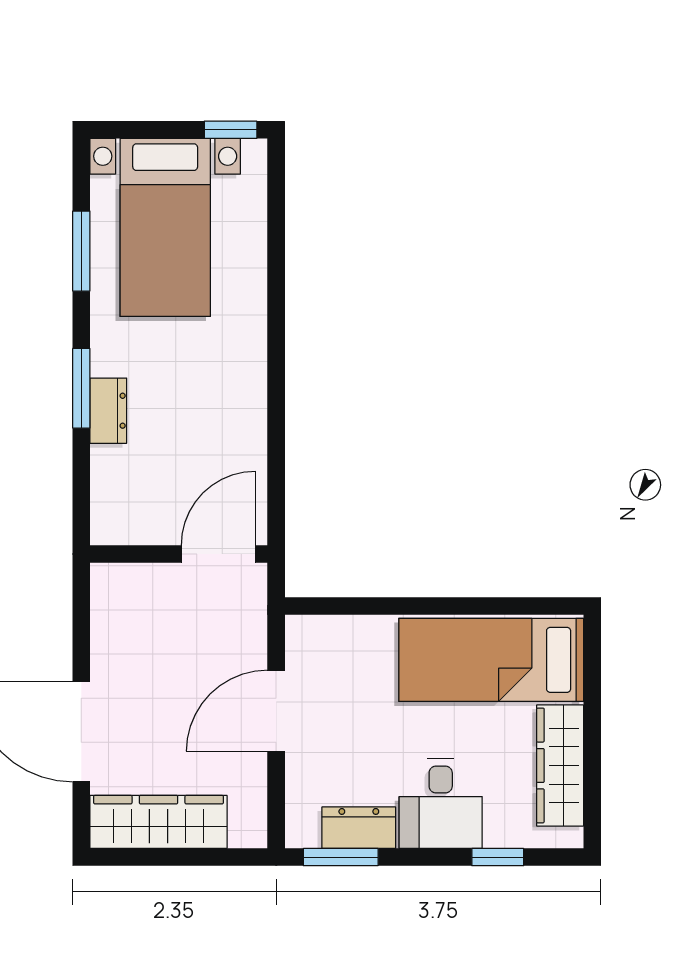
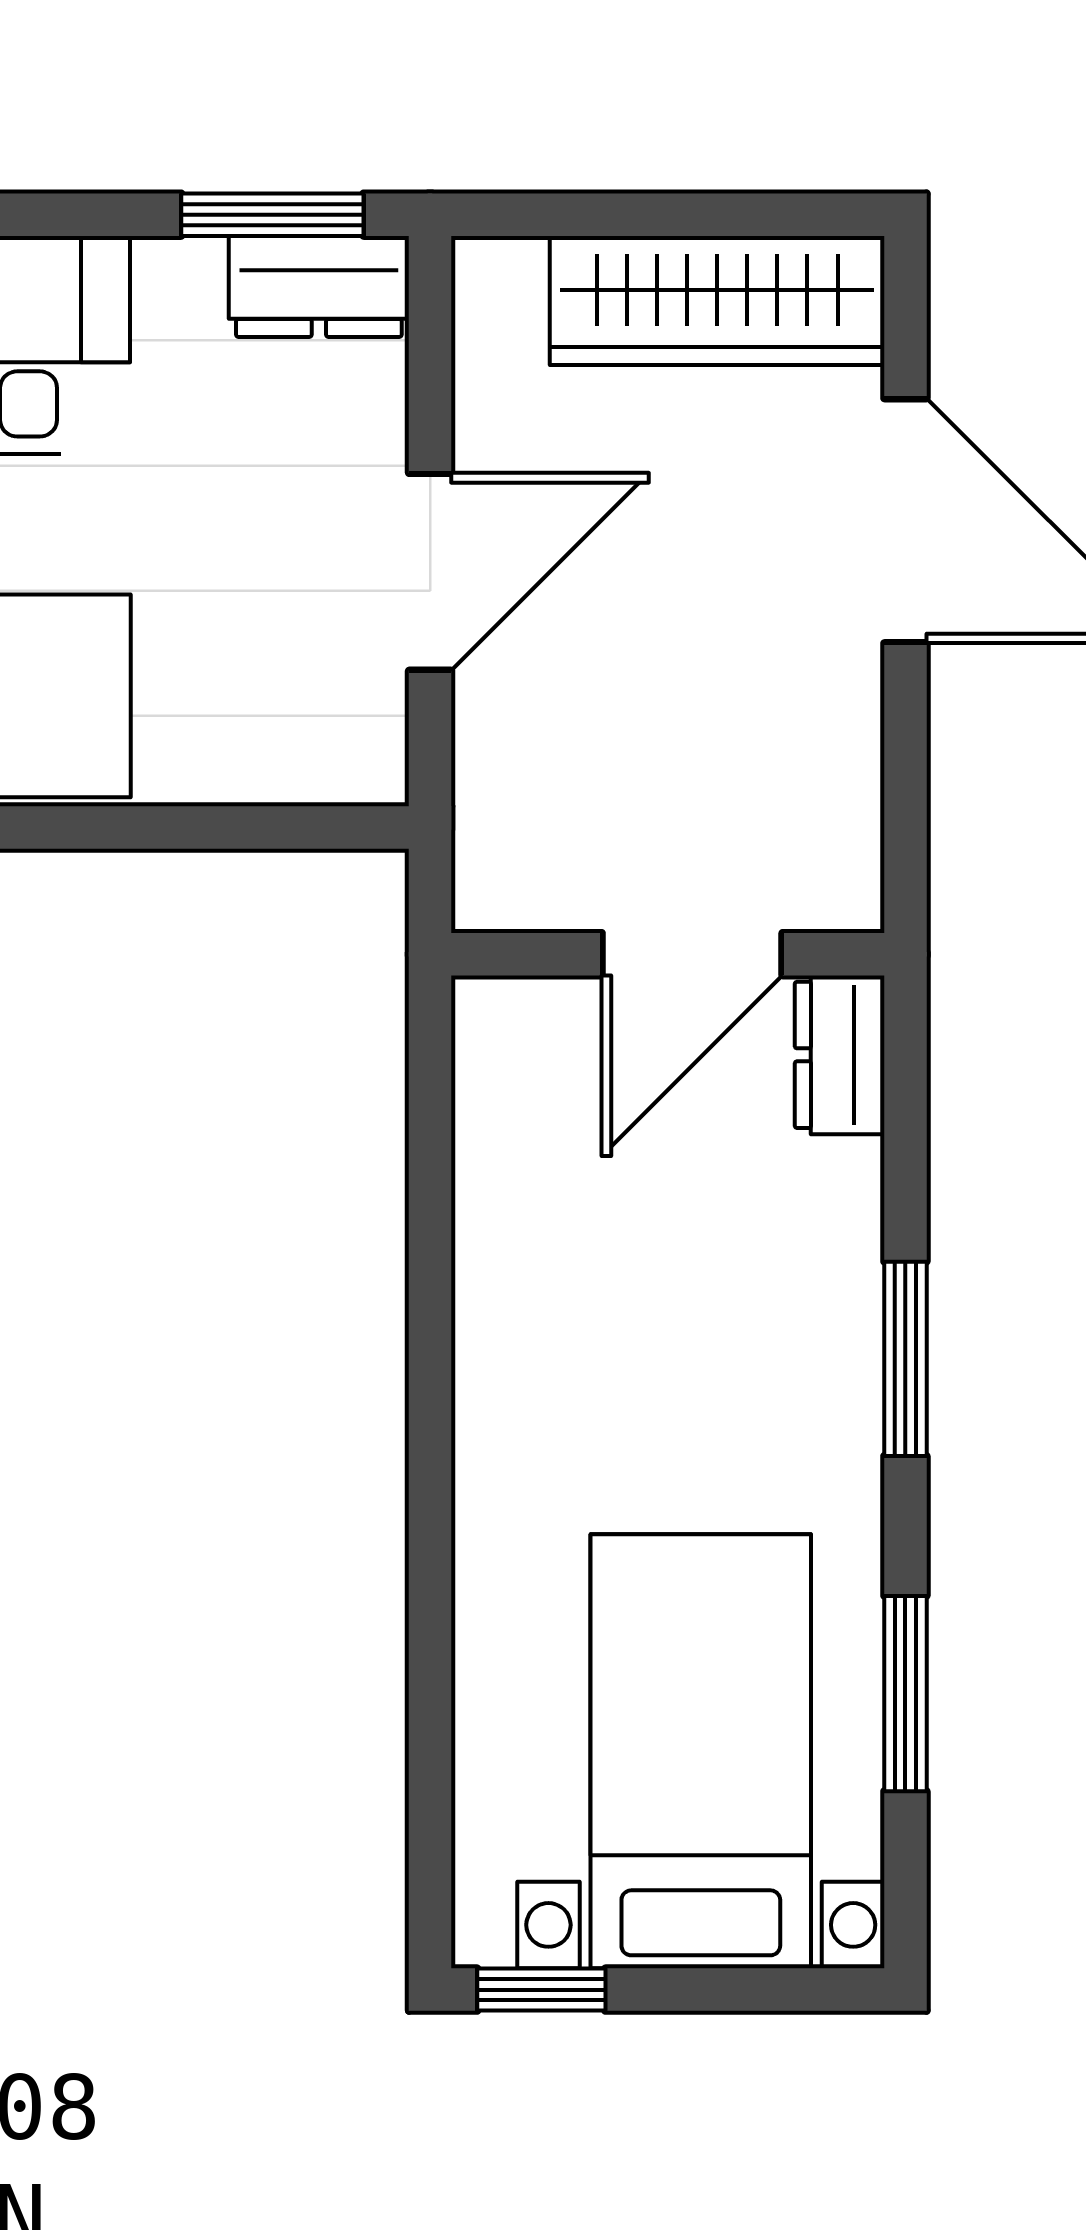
dresser: (108, 411) -> (840, 1055), moved
door: (218, 554) -> (692, 954), moved
dresser: (359, 828) -> (319, 286), moved

